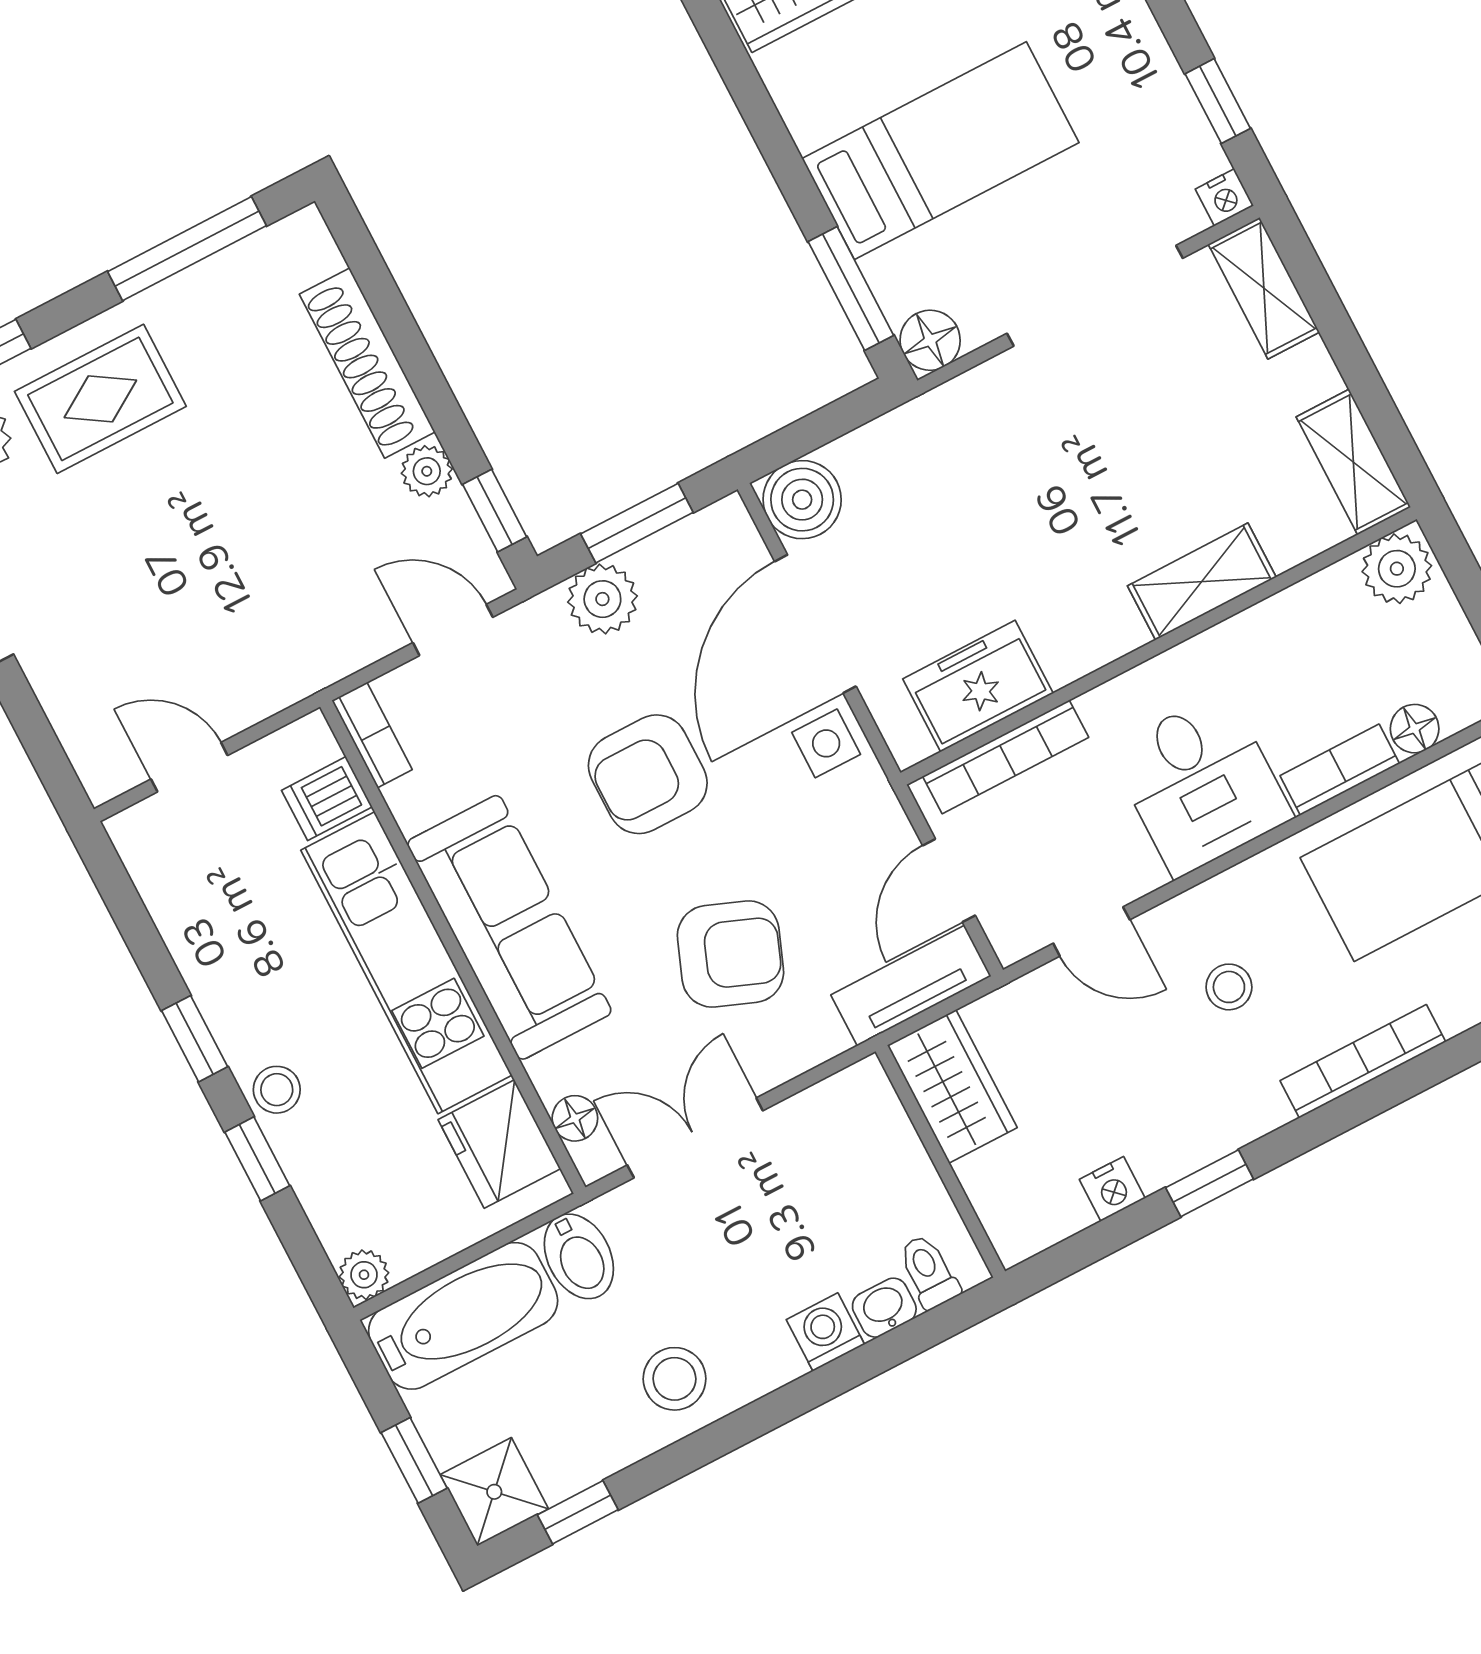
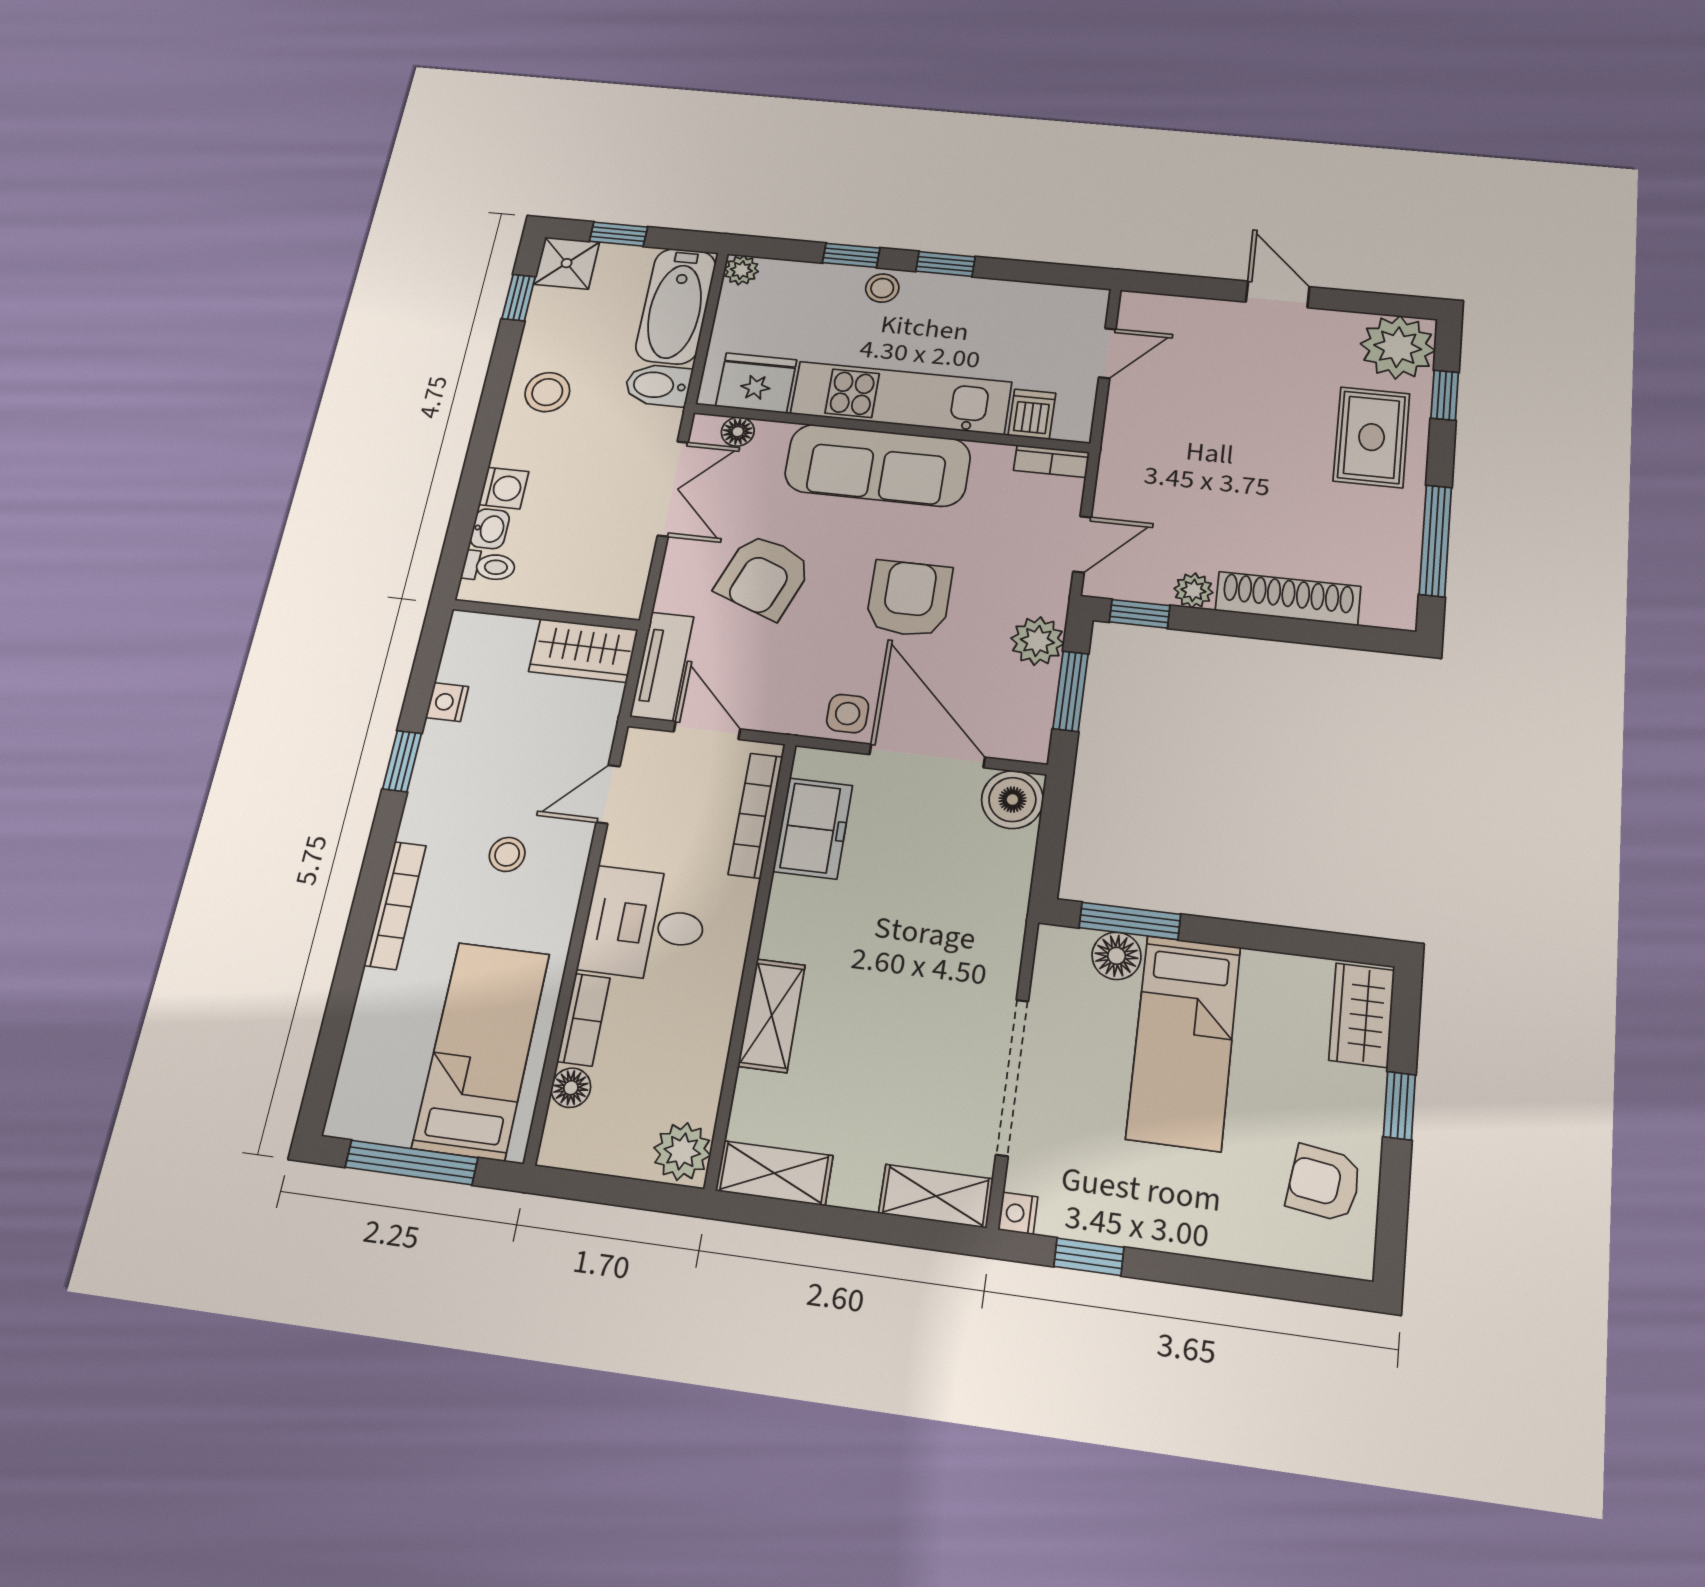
floor lamp: (930, 340) -> (1117, 956), moved

